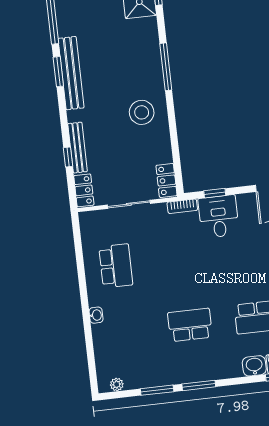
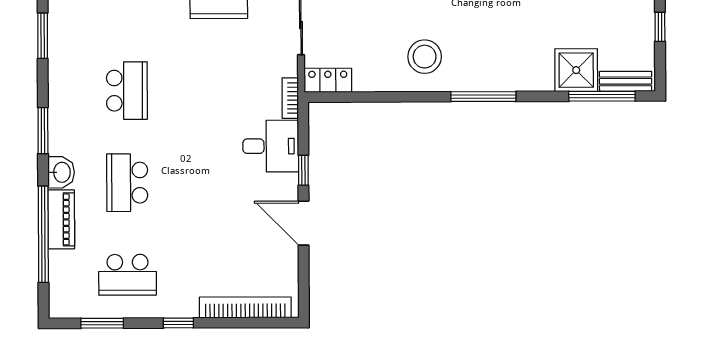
window: (215, 193) -> (303, 170), moved
window: (199, 385) -> (43, 131), moved

